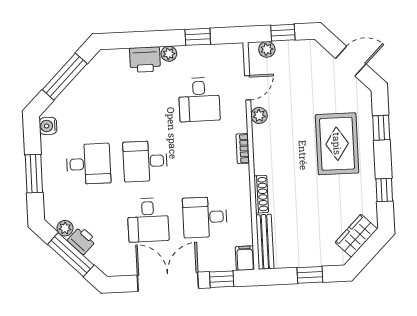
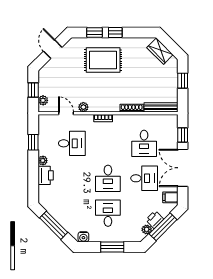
window: (384, 190) -> (115, 32), moved
filing cabinet: (245, 258) -> (170, 197), moved

